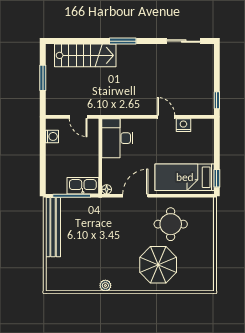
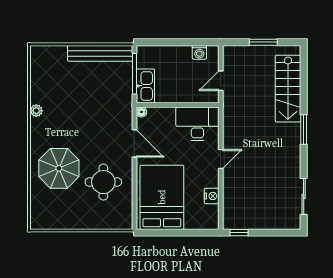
door: (166, 117) -> (221, 159), moved
bed: (185, 177) -> (162, 197), width x1.50
window: (217, 178) -> (154, 233), removed

